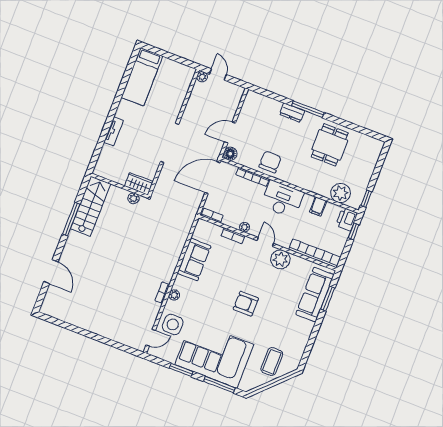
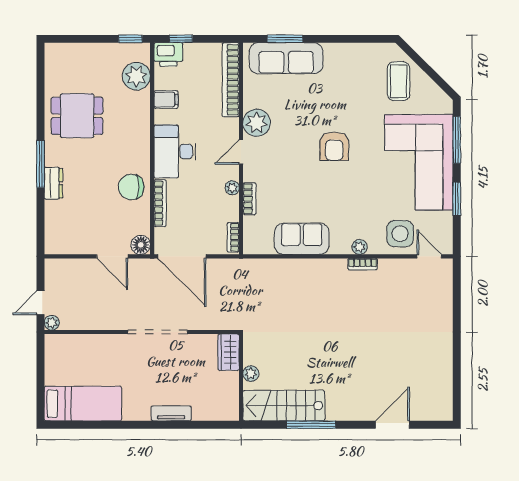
plant: (133, 198) -> (251, 374), moved
coffee table: (272, 362) -> (399, 81), turned 90

